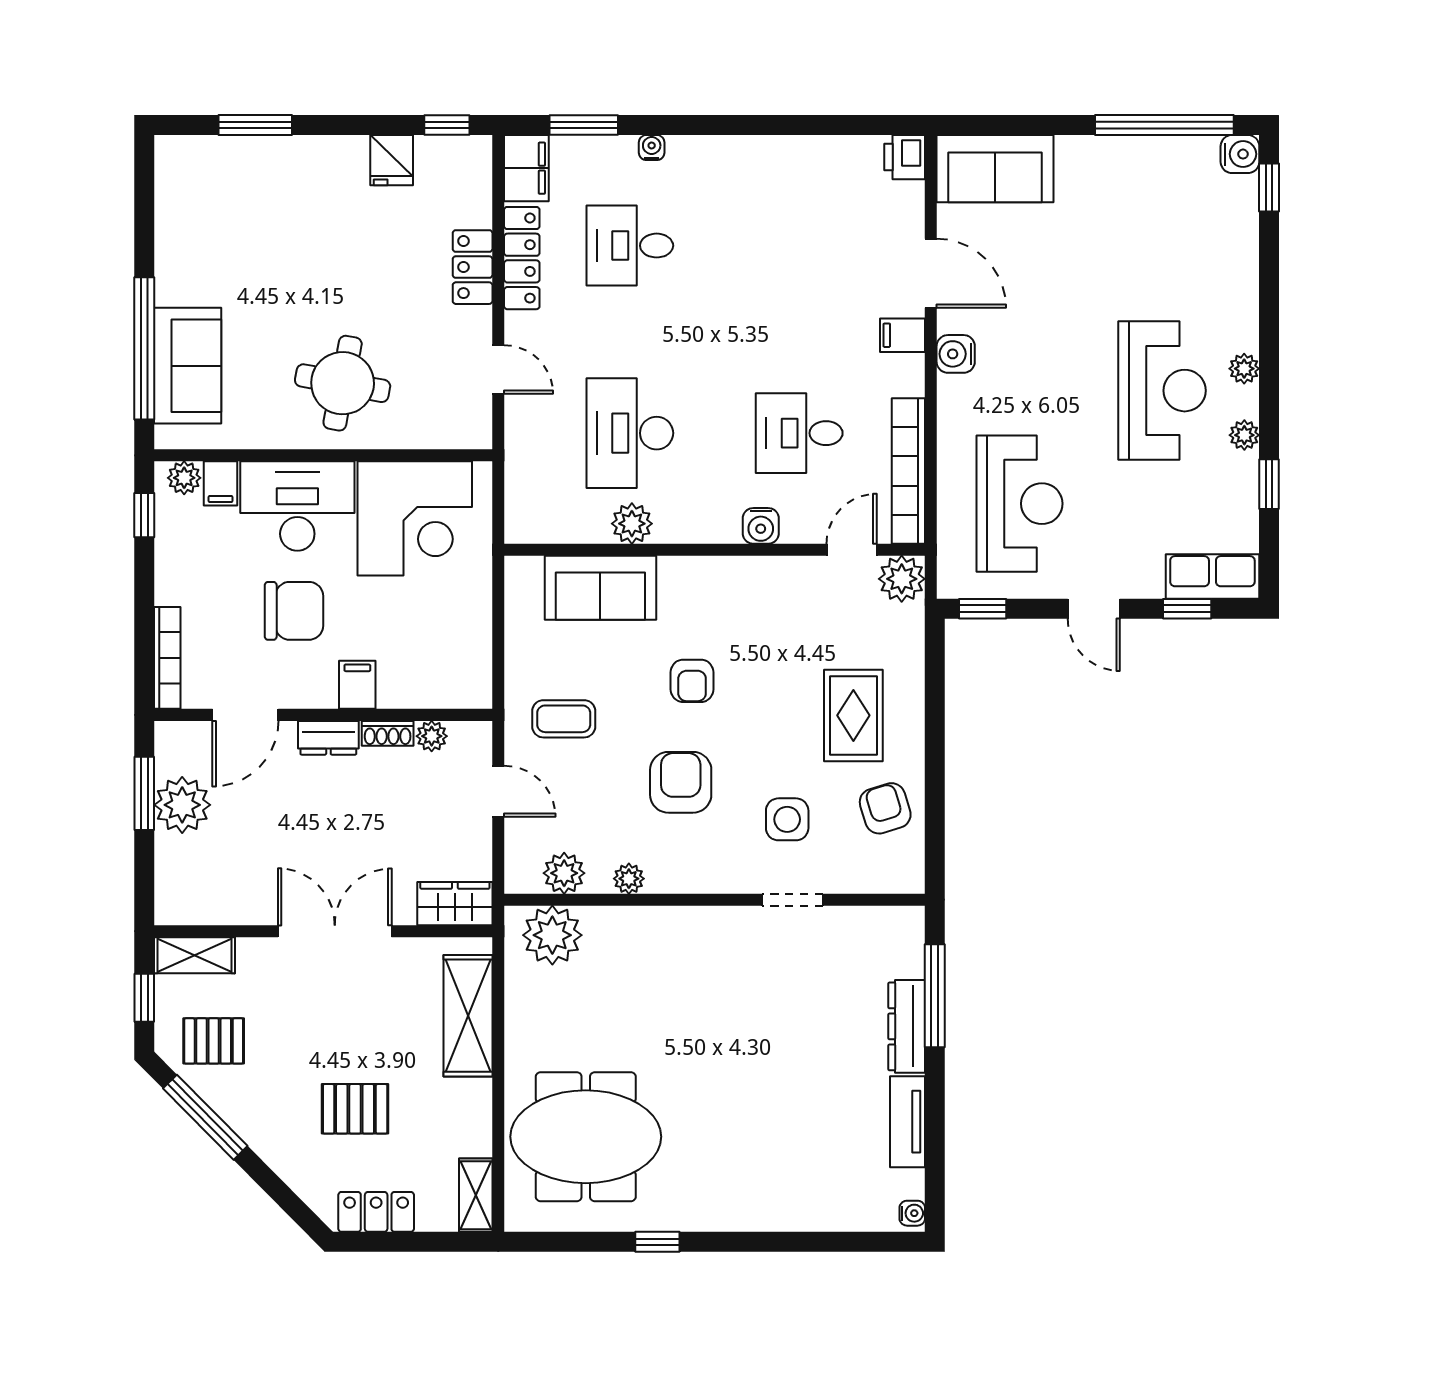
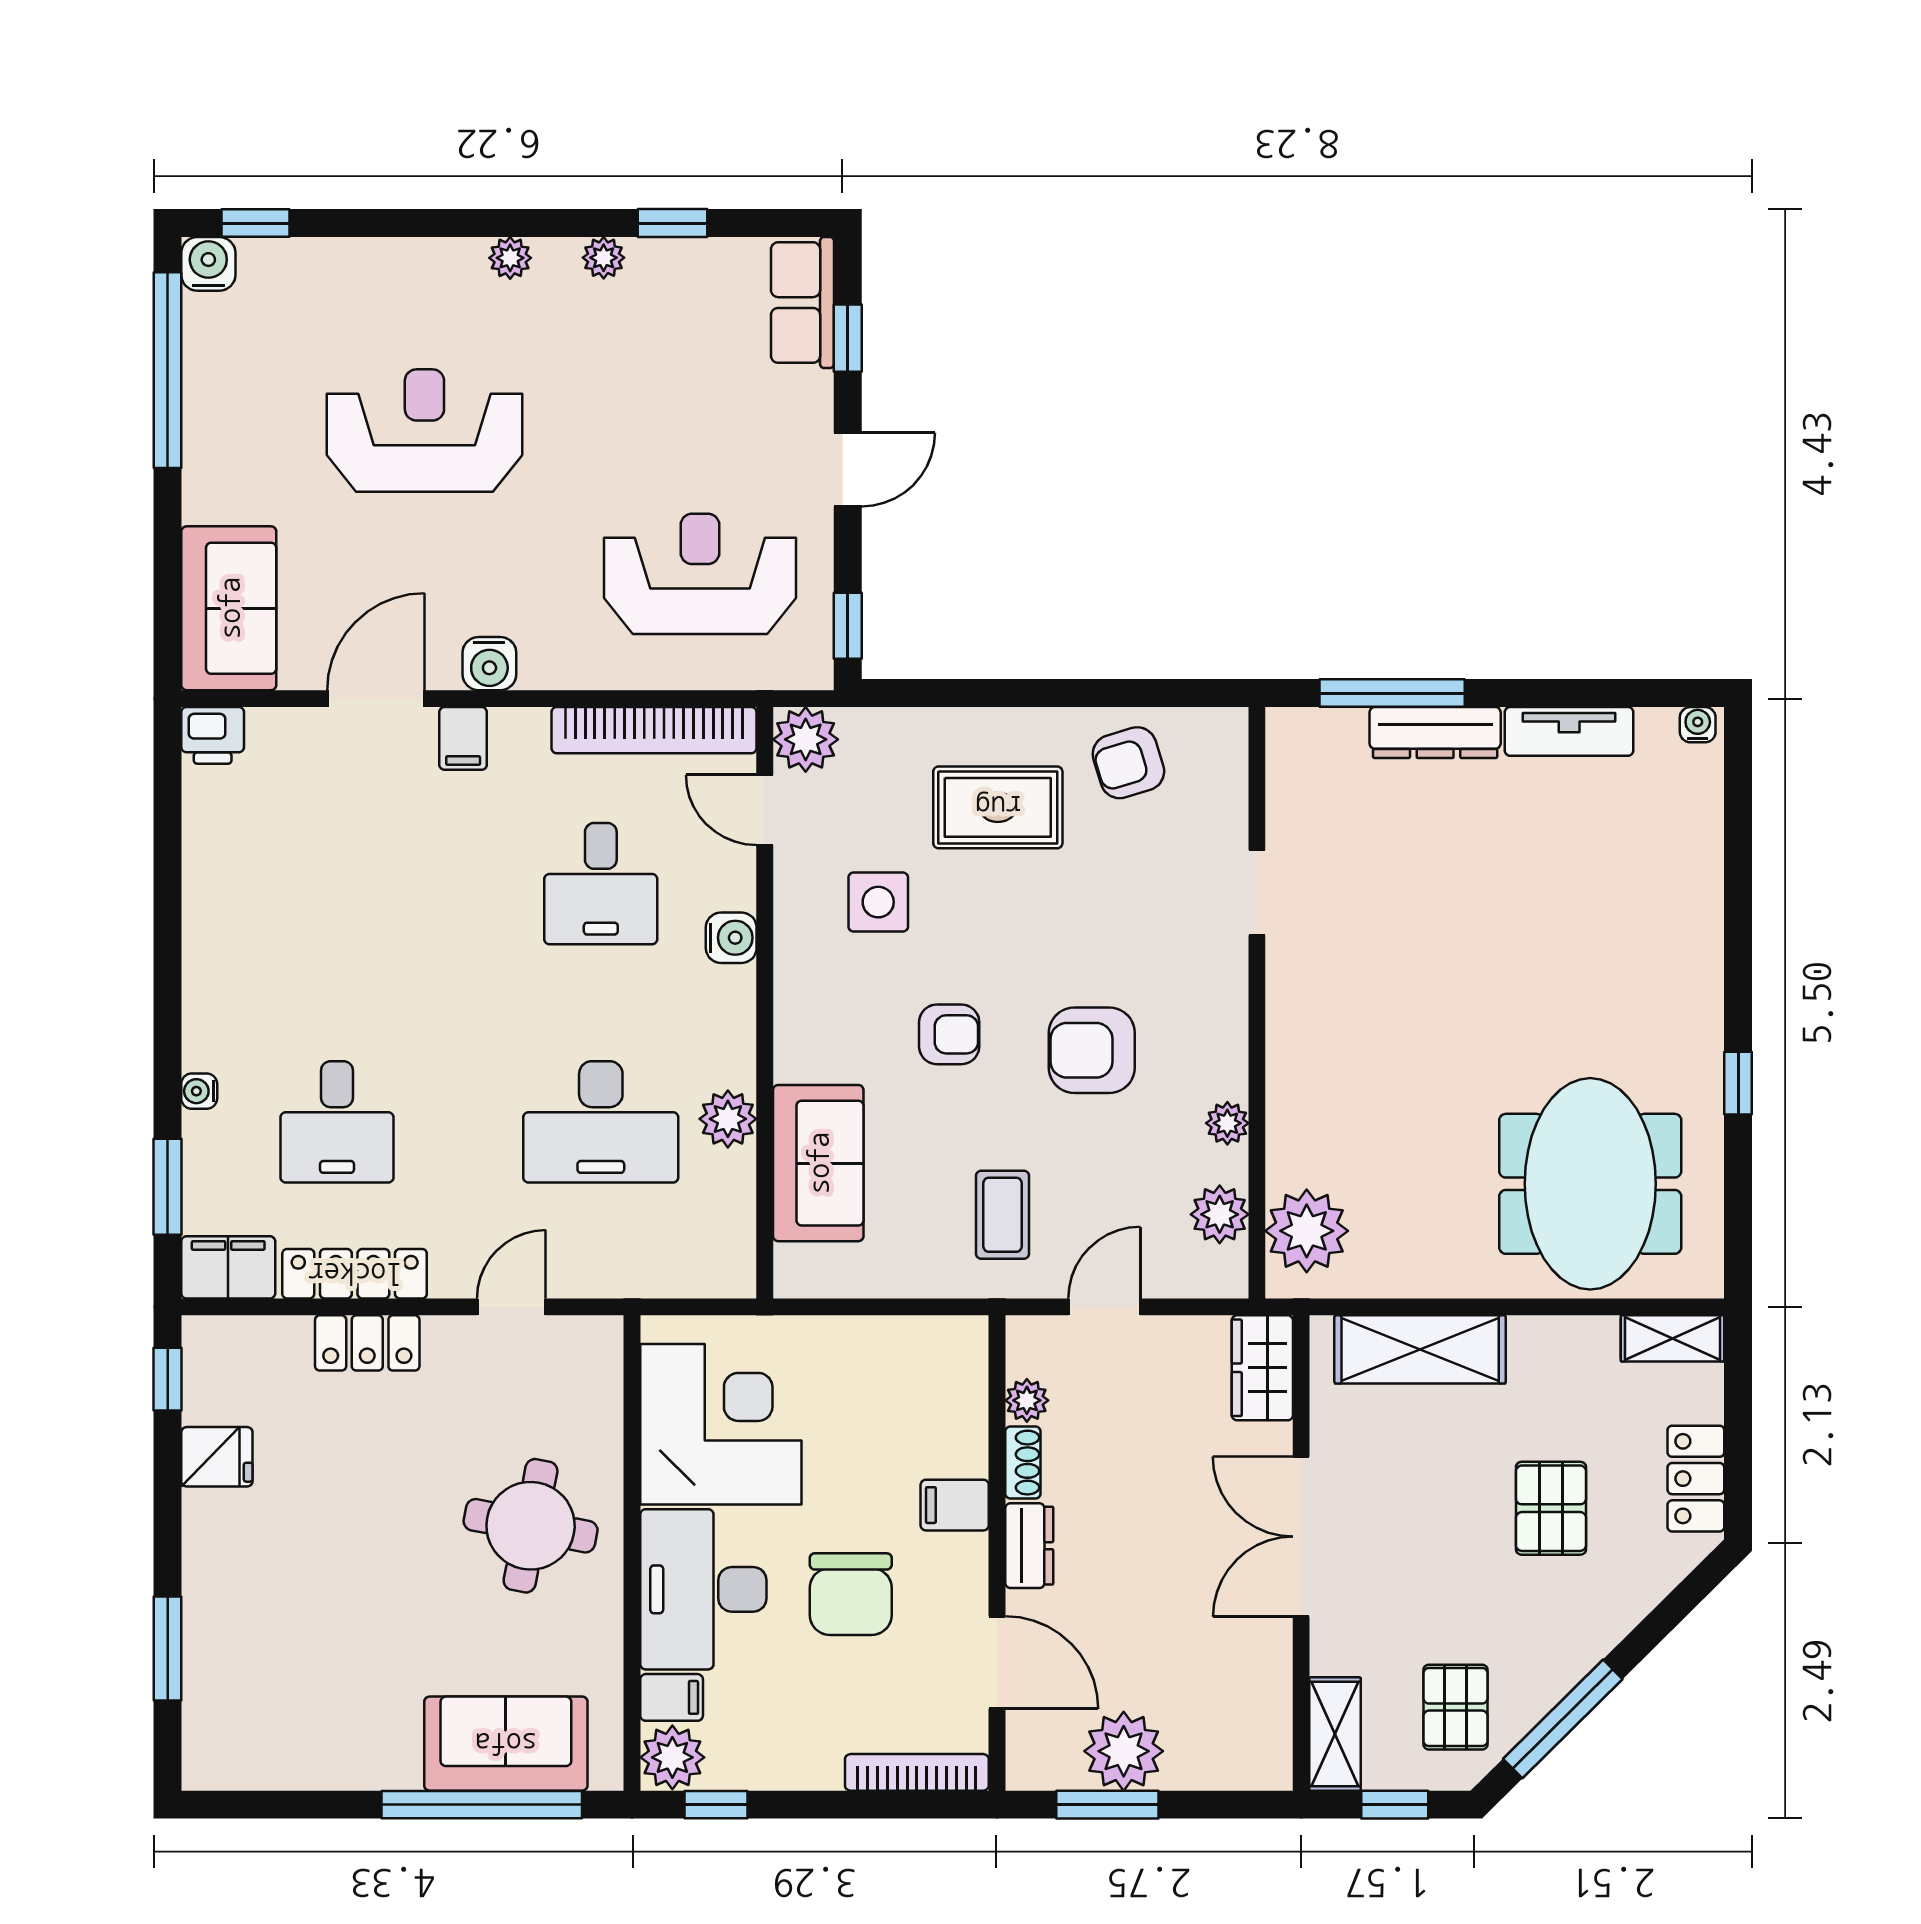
reception desk: (1162, 391) -> (424, 431), moved
plant: (184, 478) -> (672, 1757), width x1.38, depth x1.38
chair: (294, 611) -> (851, 1594), turned 180
side table: (787, 819) -> (878, 902), moved

